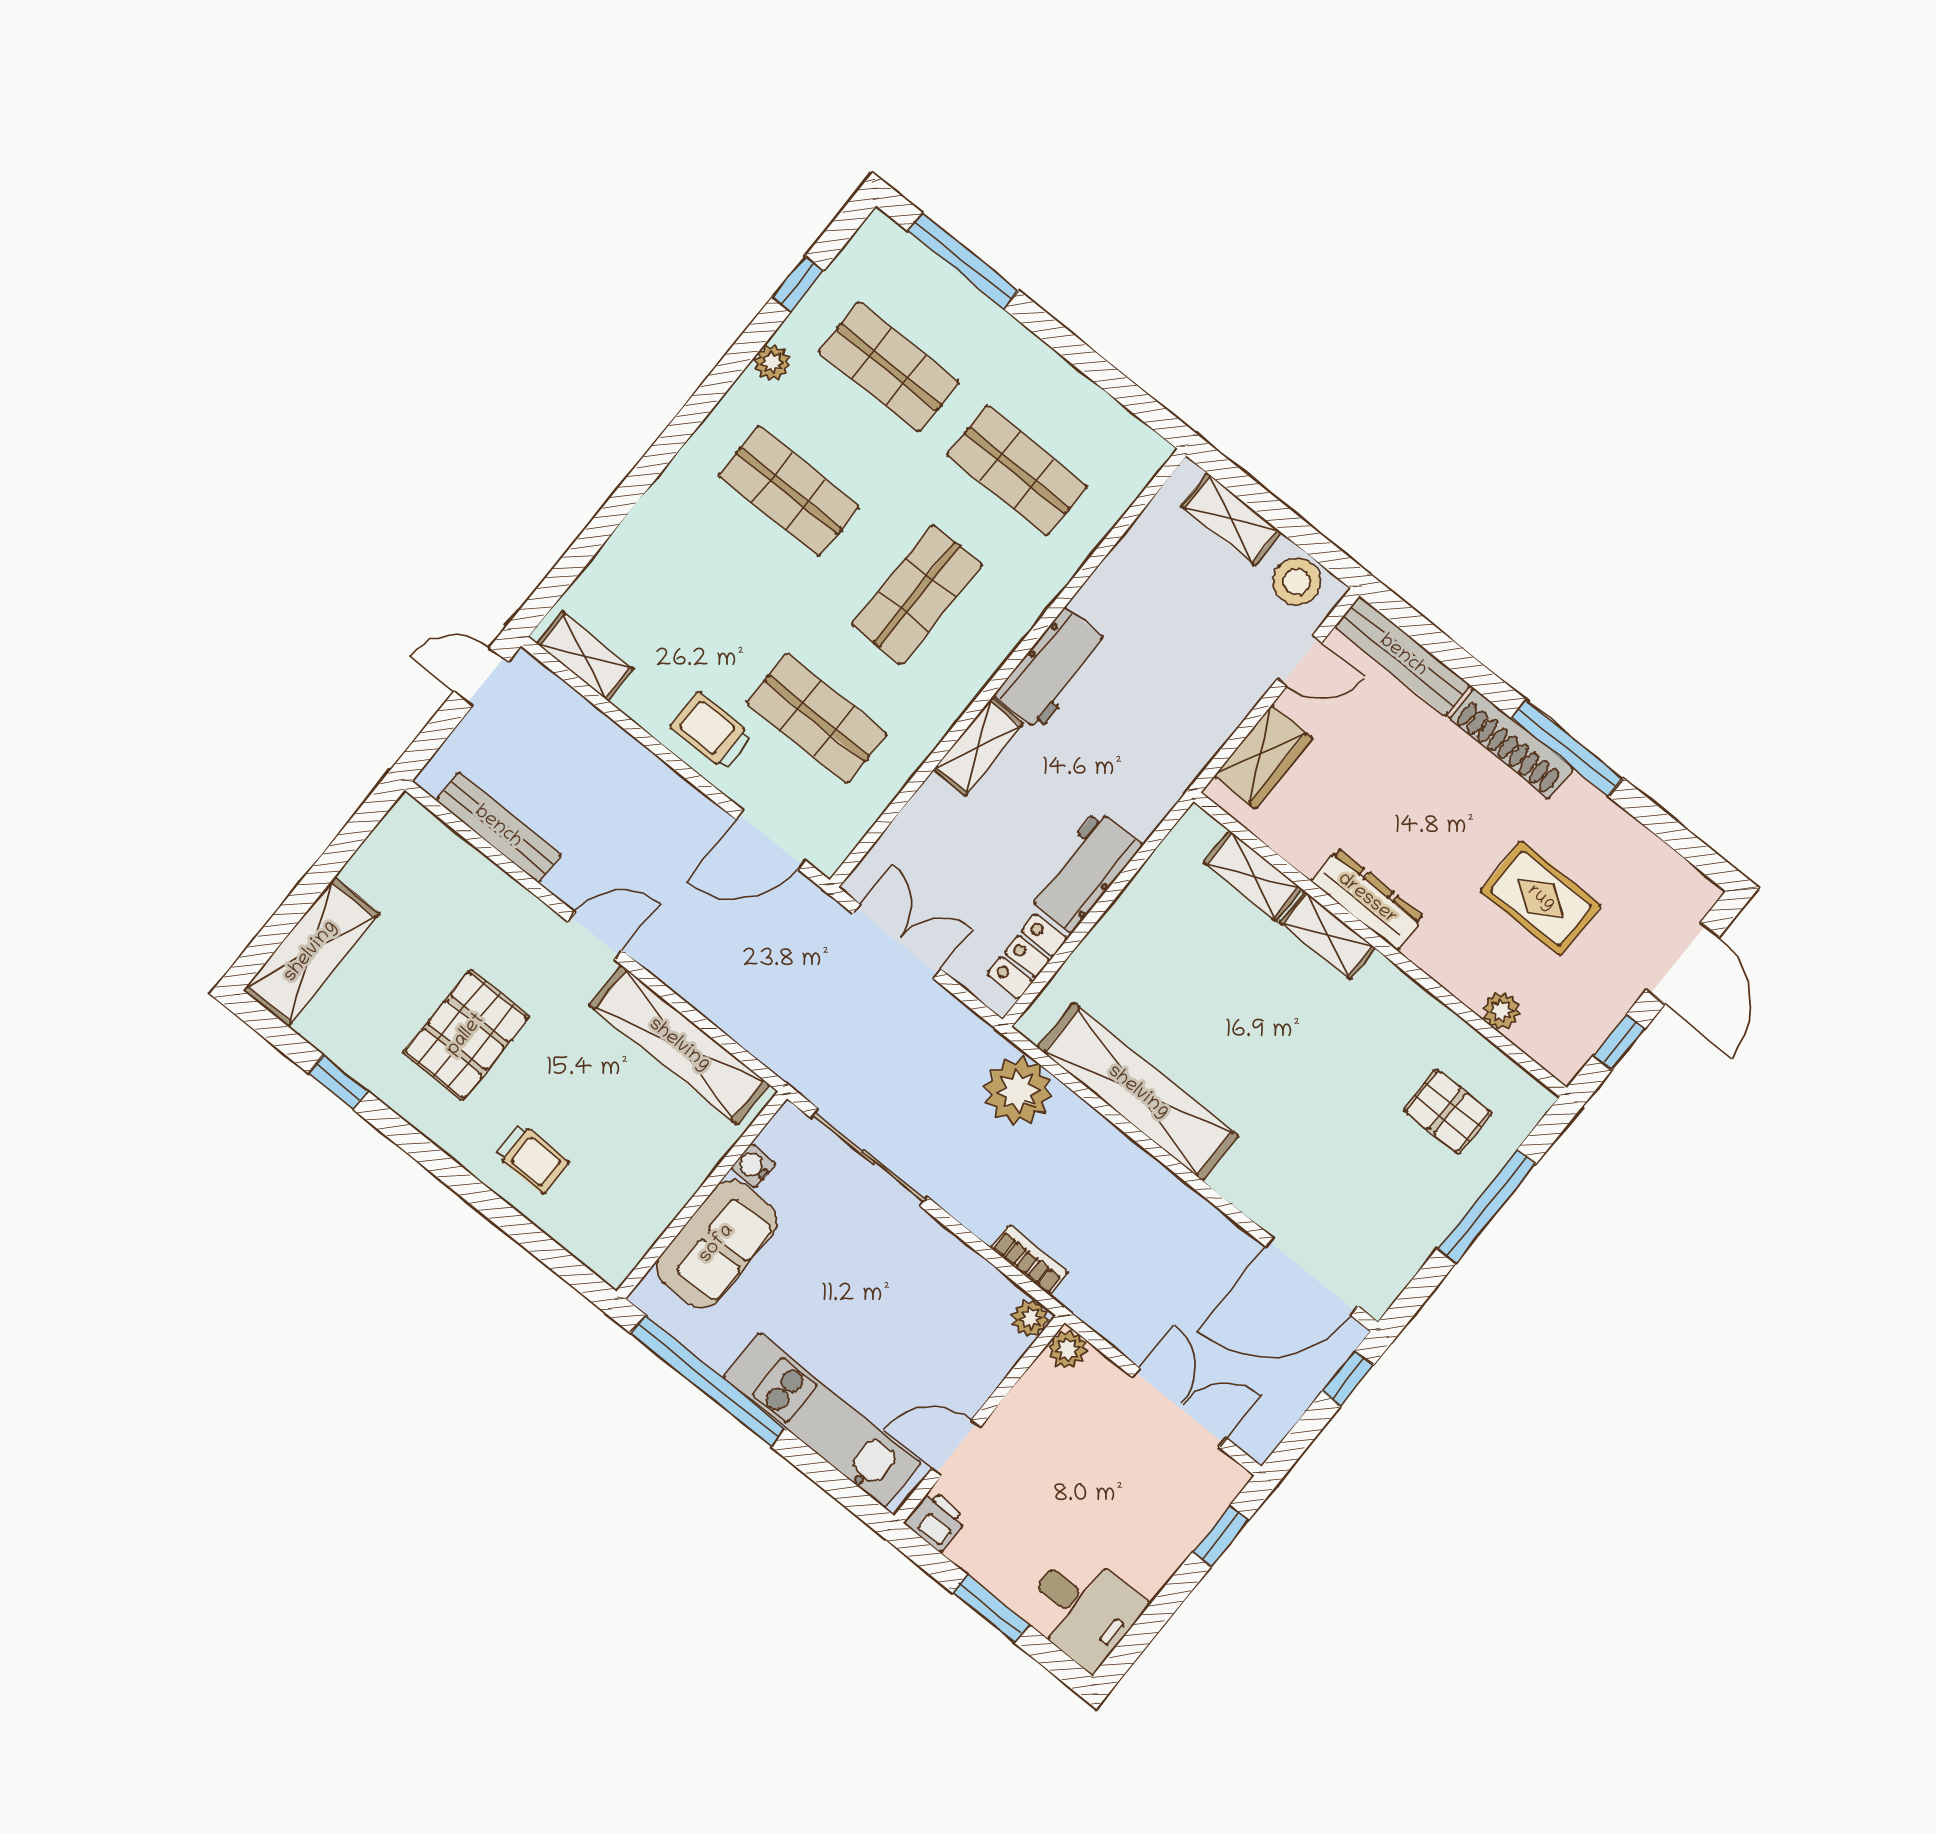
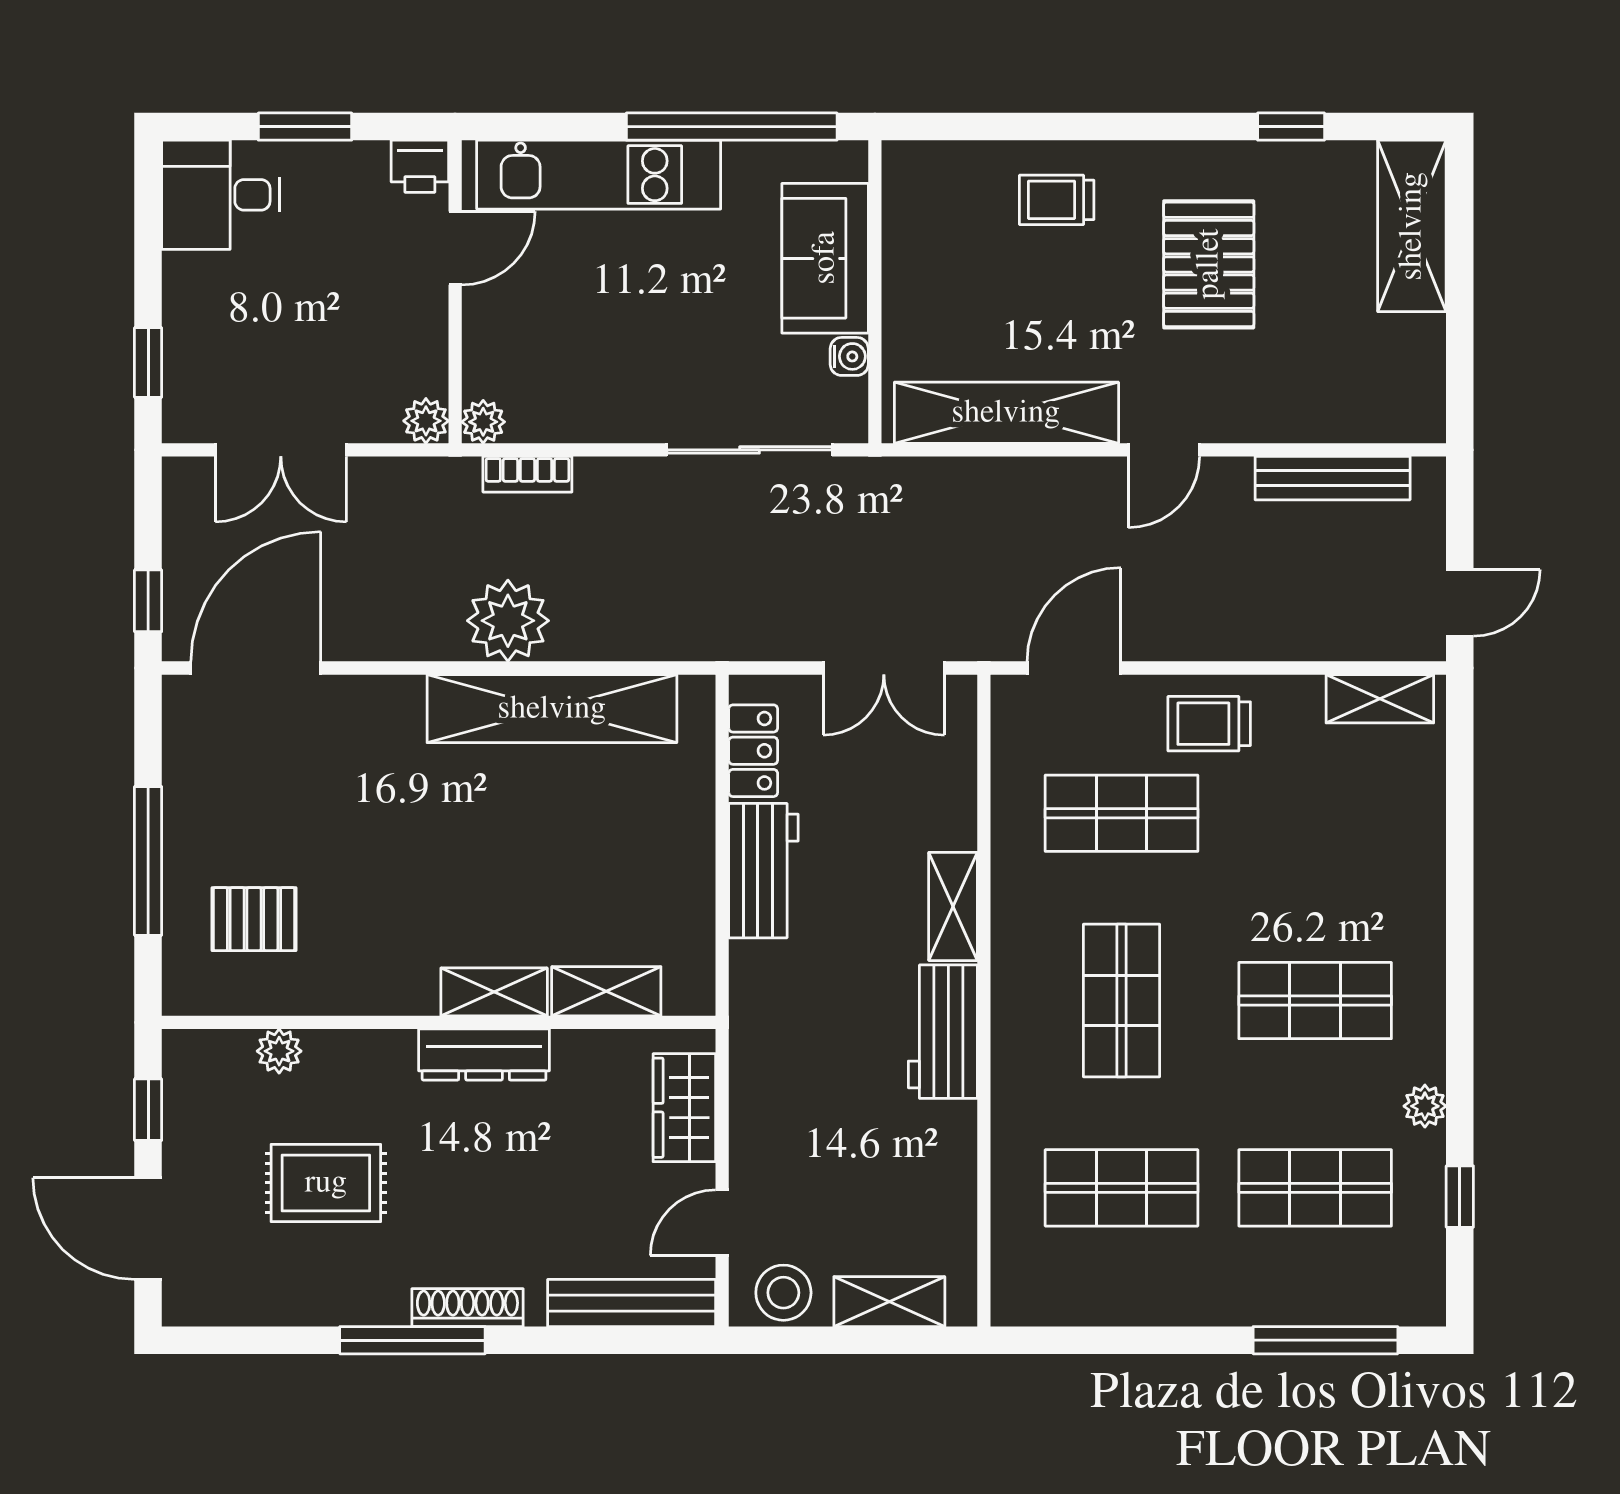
trolley: (711, 731) -> (1209, 724), turned 180
shoe rack: (1511, 743) -> (467, 1308), width x0.74, depth x0.81
plant: (1018, 1091) -> (508, 621), moved

